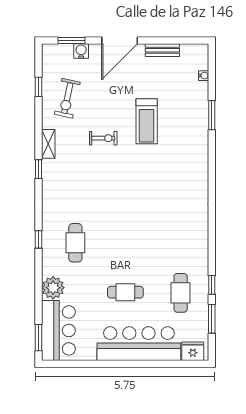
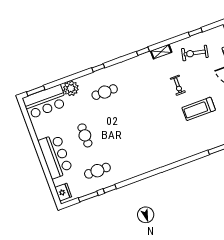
bar counter: (139, 344) -> (55, 156), width x0.73

